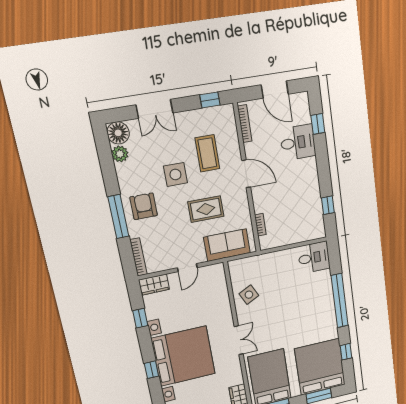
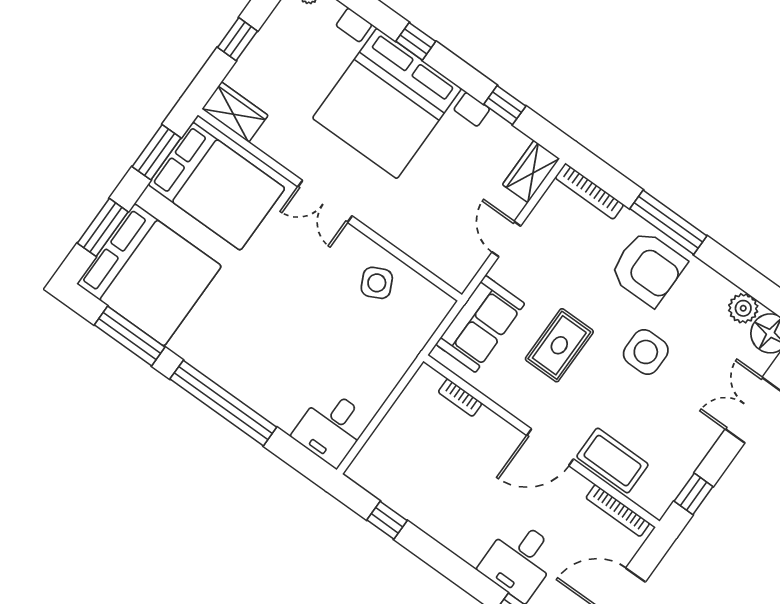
coffee table: (207, 153) -> (612, 461), moved
armchair: (144, 206) -> (648, 268), width x1.36, depth x1.36
window: (346, 352) -> (130, 336), width x2.17

